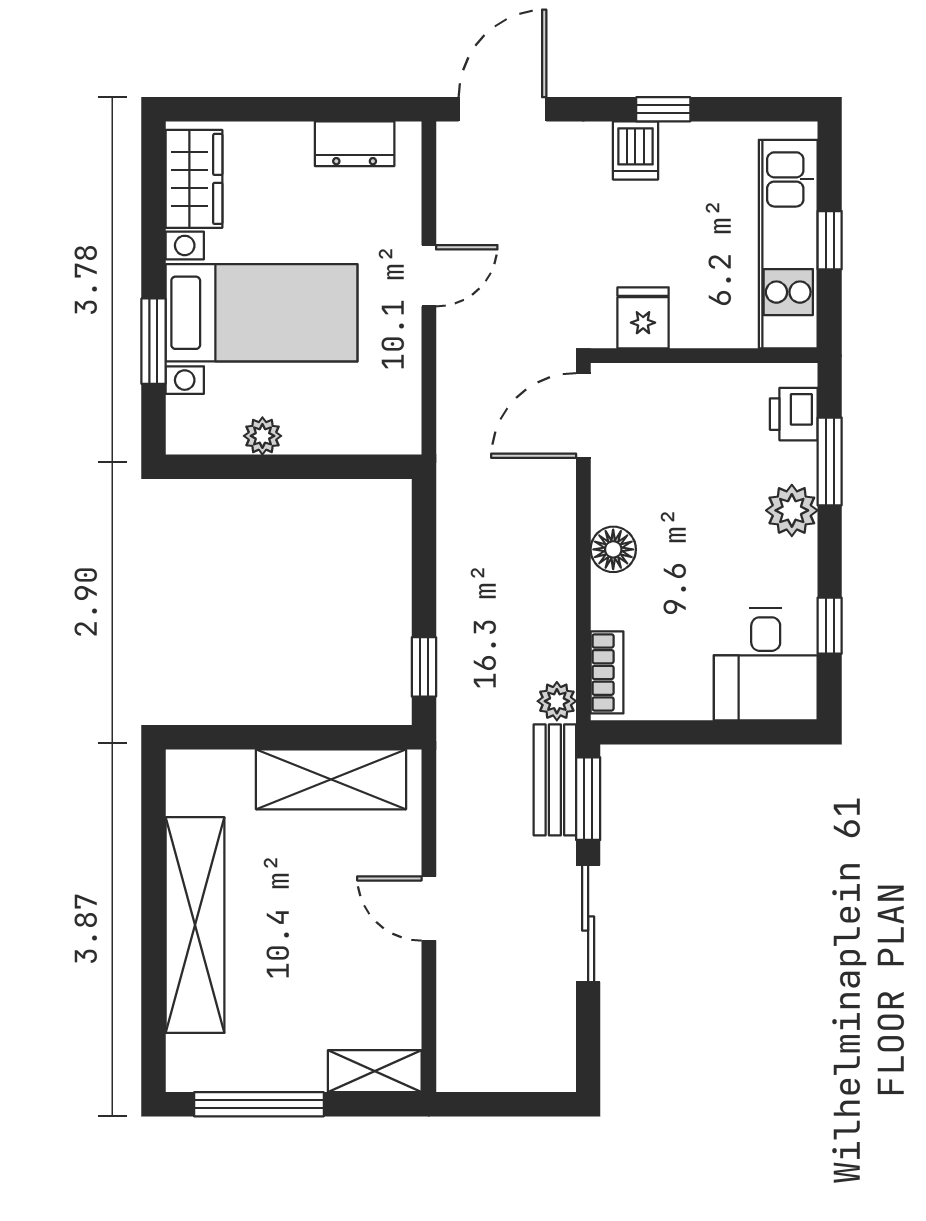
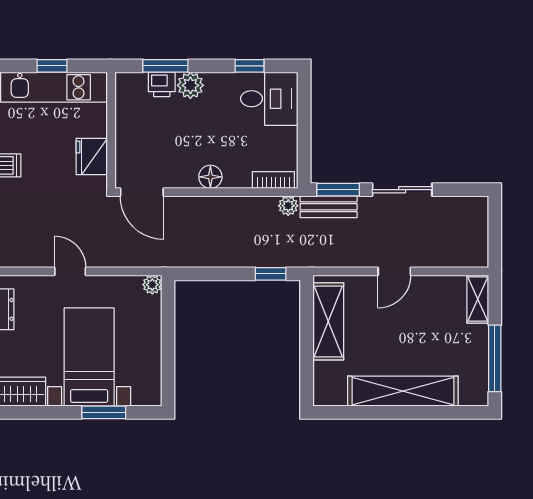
fridge: (643, 318) -> (92, 157), width x1.38
printer: (794, 414) -> (162, 84), moved
plant: (262, 436) -> (152, 285), moved

